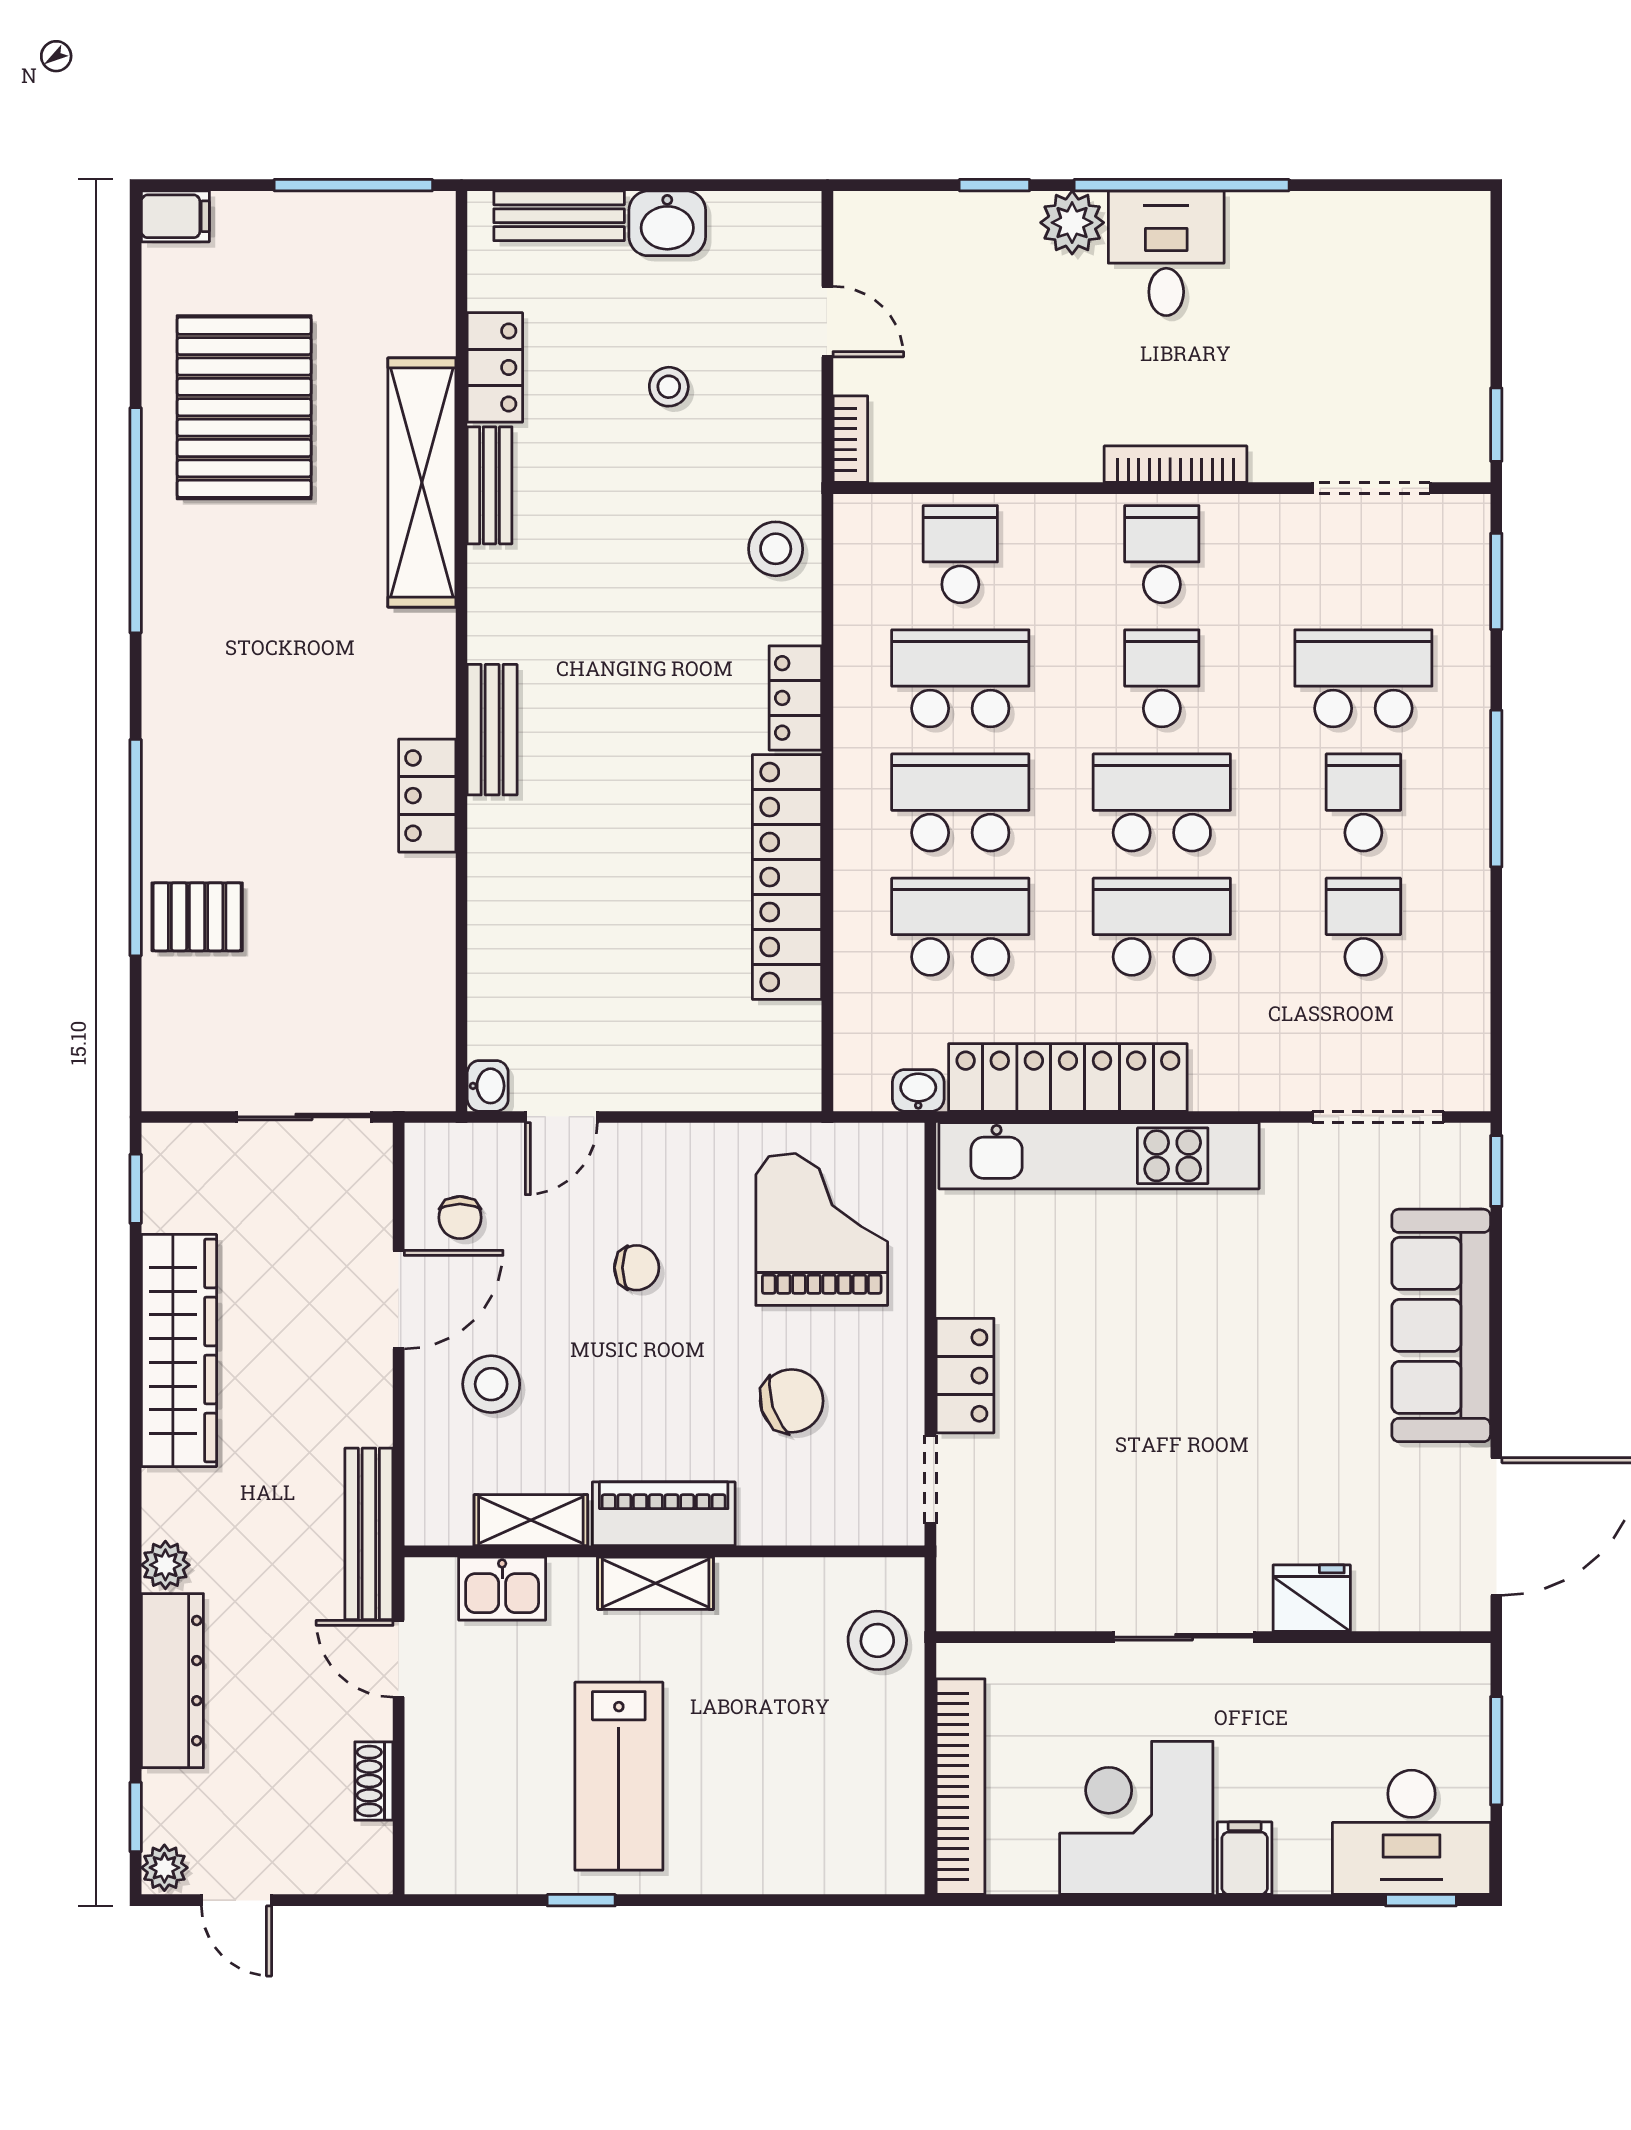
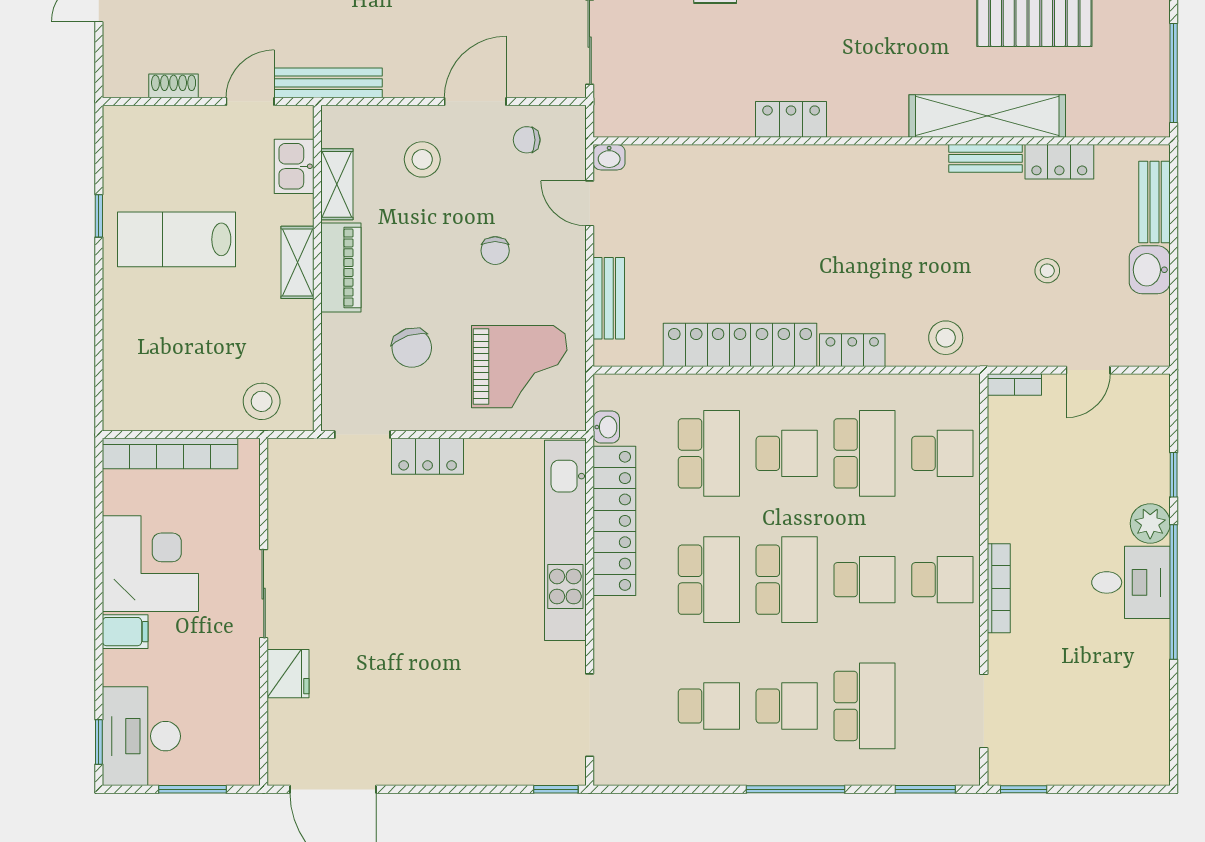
bench: (492, 730) -> (609, 298), moved, turned 90
school desk: (960, 803) -> (787, 453), width x0.54
door: (399, 1300) -> (475, 101), swing flipped
sofa: (1441, 1325) -> (459, 755), removed

